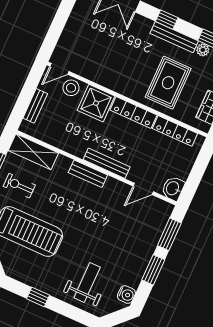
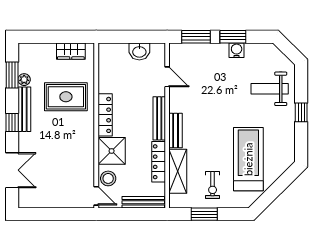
bench: (35, 106) -> (143, 202), width x1.36
locker: (175, 131) -> (159, 162), moved, turned 180
shelving: (33, 152) -> (178, 171), moved
washbasin: (173, 188) -> (139, 51), moved
water cooler: (126, 295) -> (237, 50), moved
window: (38, 297) -> (301, 112), moved

